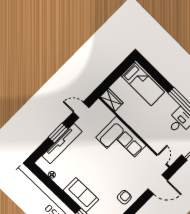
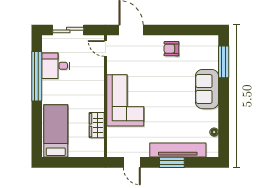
wardrobe: (112, 100) -> (97, 125), moved
door: (162, 160) -> (105, 48), hinge flipped

